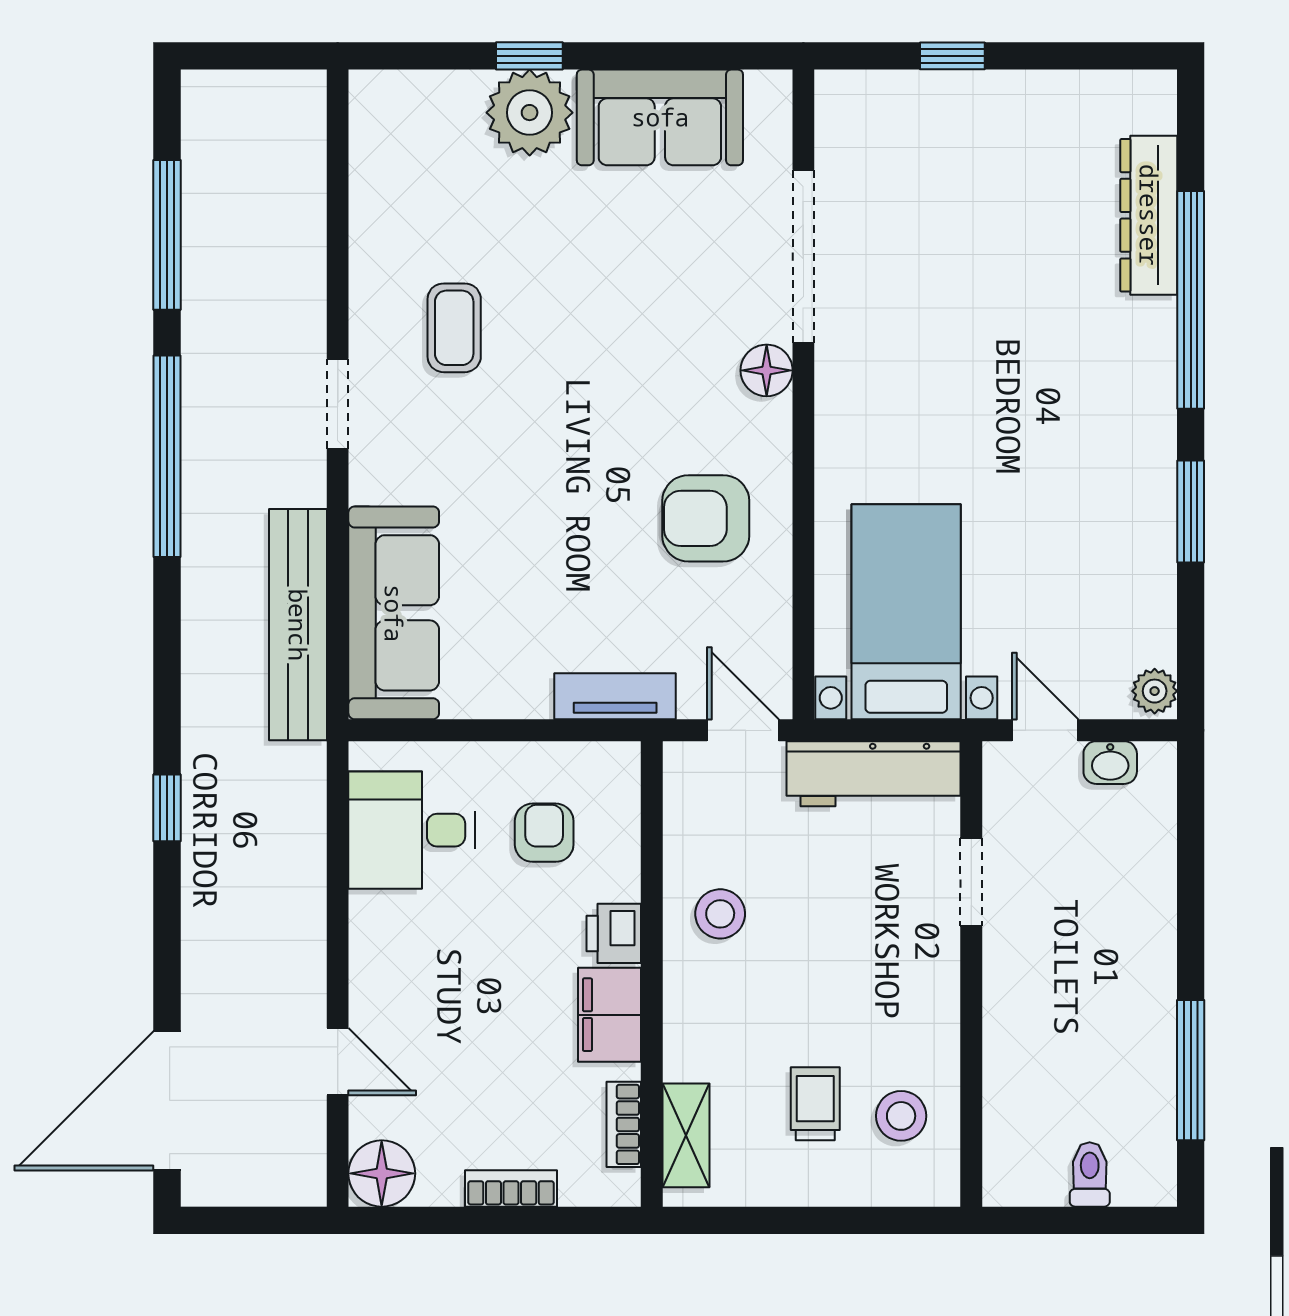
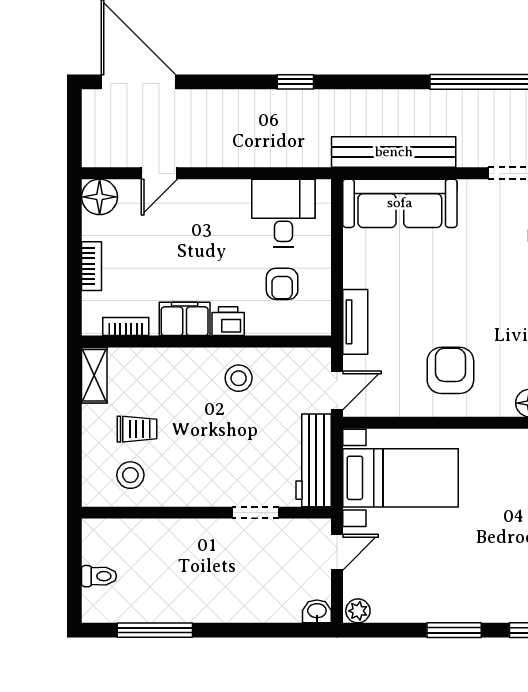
washbasin: (1110, 763) -> (317, 611), moved, turned 90
armchair: (544, 833) -> (282, 284), turned 90
shelving: (686, 1135) -> (94, 375), moved, turned 90

